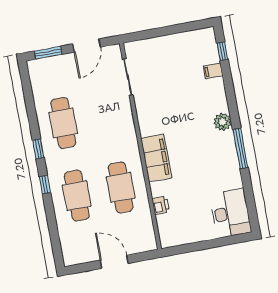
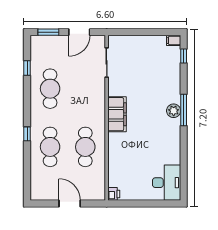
filing cabinet: (213, 71) -> (174, 40), moved
window: (240, 148) -> (184, 110), moved
window: (38, 149) -> (27, 68), moved
filing cabinet: (156, 158) -> (117, 114), moved
printer: (161, 205) -> (114, 194), moved

